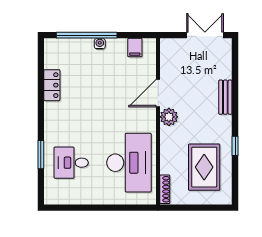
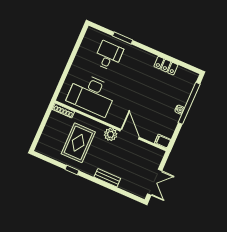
filing cabinet: (135, 48) -> (163, 141), moved
rug: (204, 167) -> (78, 143), moved, turned 90

